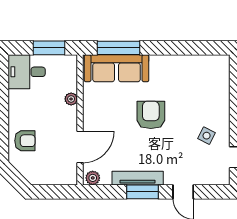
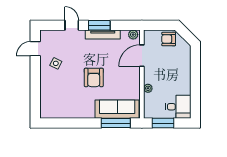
armchair: (25, 141) -> (169, 39), moved

